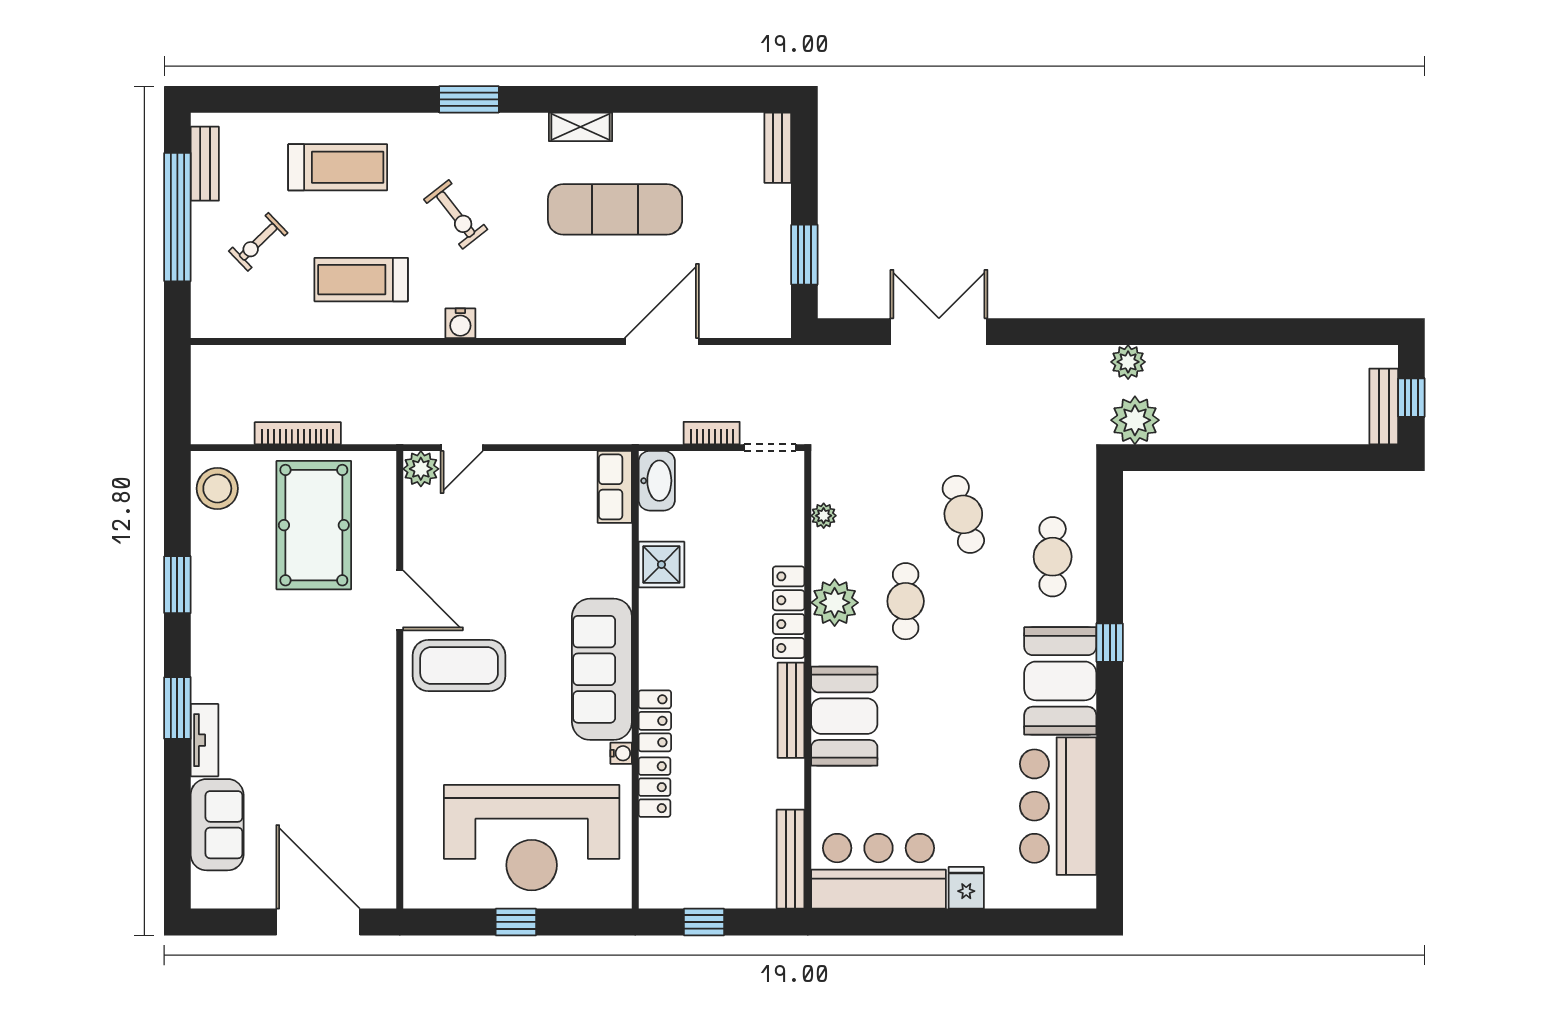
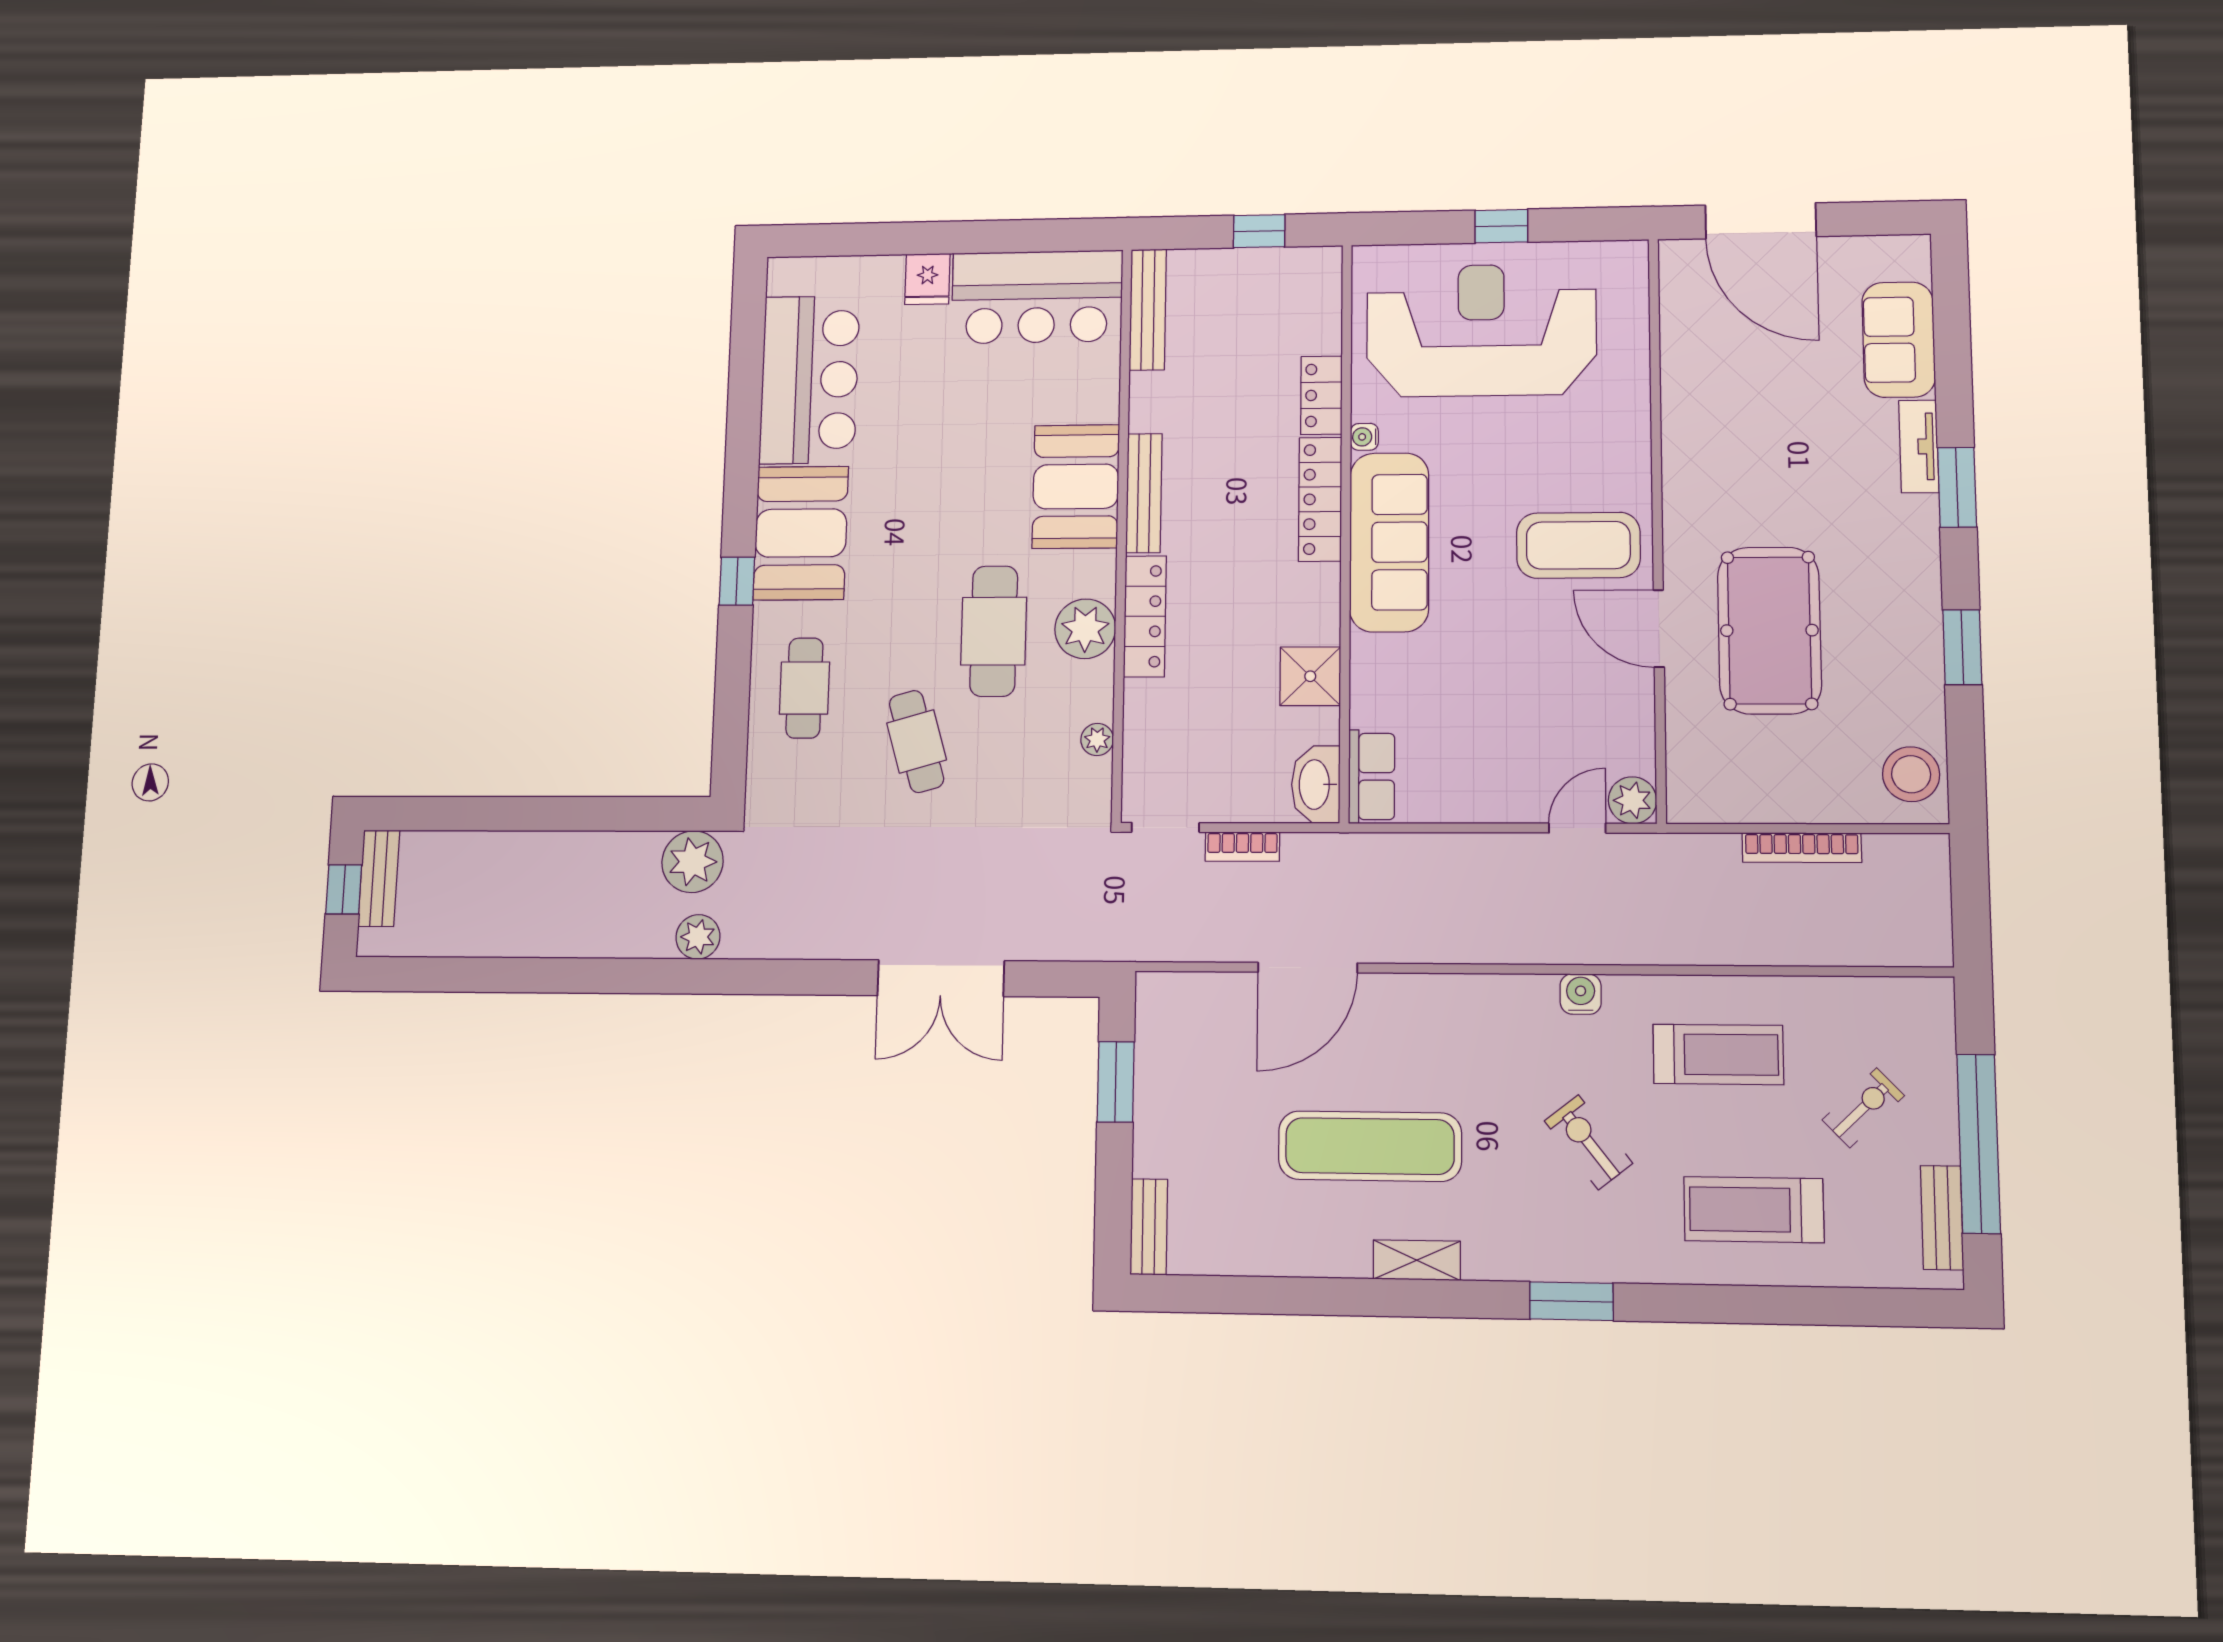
pool table: (314, 525) -> (1769, 630), moved
cafe table: (906, 601) -> (994, 631), width x1.37, depth x1.35
locker: (655, 721) -> (1320, 499), width x1.53

